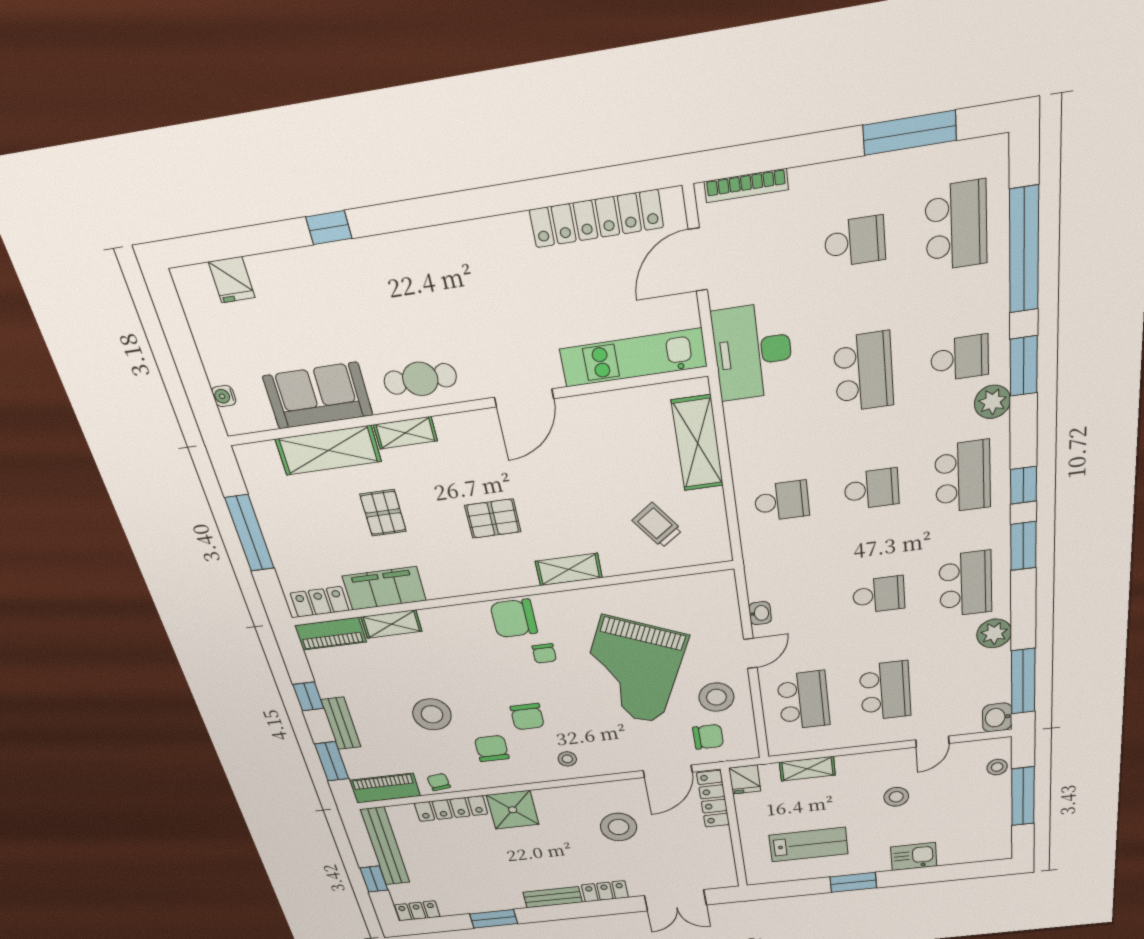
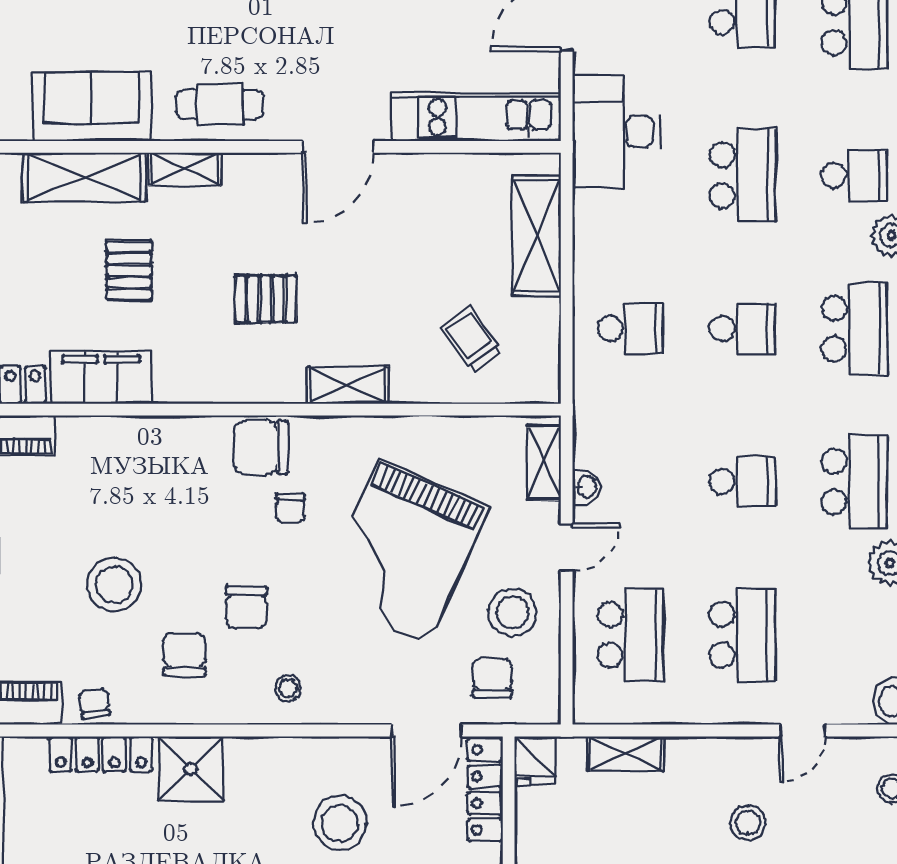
shelving: (391, 624) -> (544, 462), moved, turned 90
chair: (708, 737) -> (492, 678), turned -90

